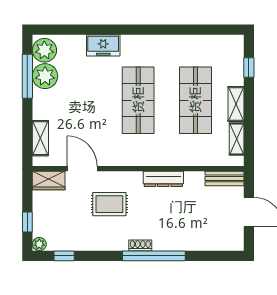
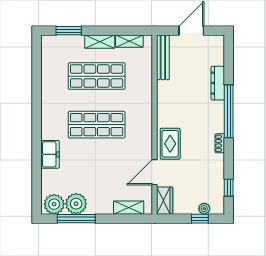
window: (249, 67) -> (69, 31), width x1.50
bench: (225, 178) -> (163, 57), width x1.36
dresser: (163, 179) -> (218, 83), moved, turned 180
rug: (109, 204) -> (170, 144), moved
plant: (39, 244) -> (204, 209), moved
shoe rack: (140, 245) -> (220, 143), moved

